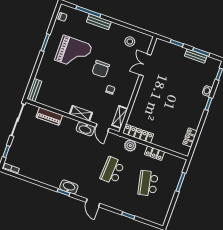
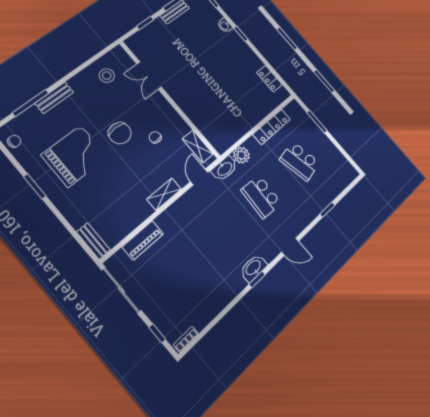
door: (102, 128) -> (199, 177), swing flipped
washbasin: (85, 129) -> (225, 169), moved
locker: (138, 134) -> (232, 136), removed
locker: (154, 153) -> (272, 127), width x1.53

